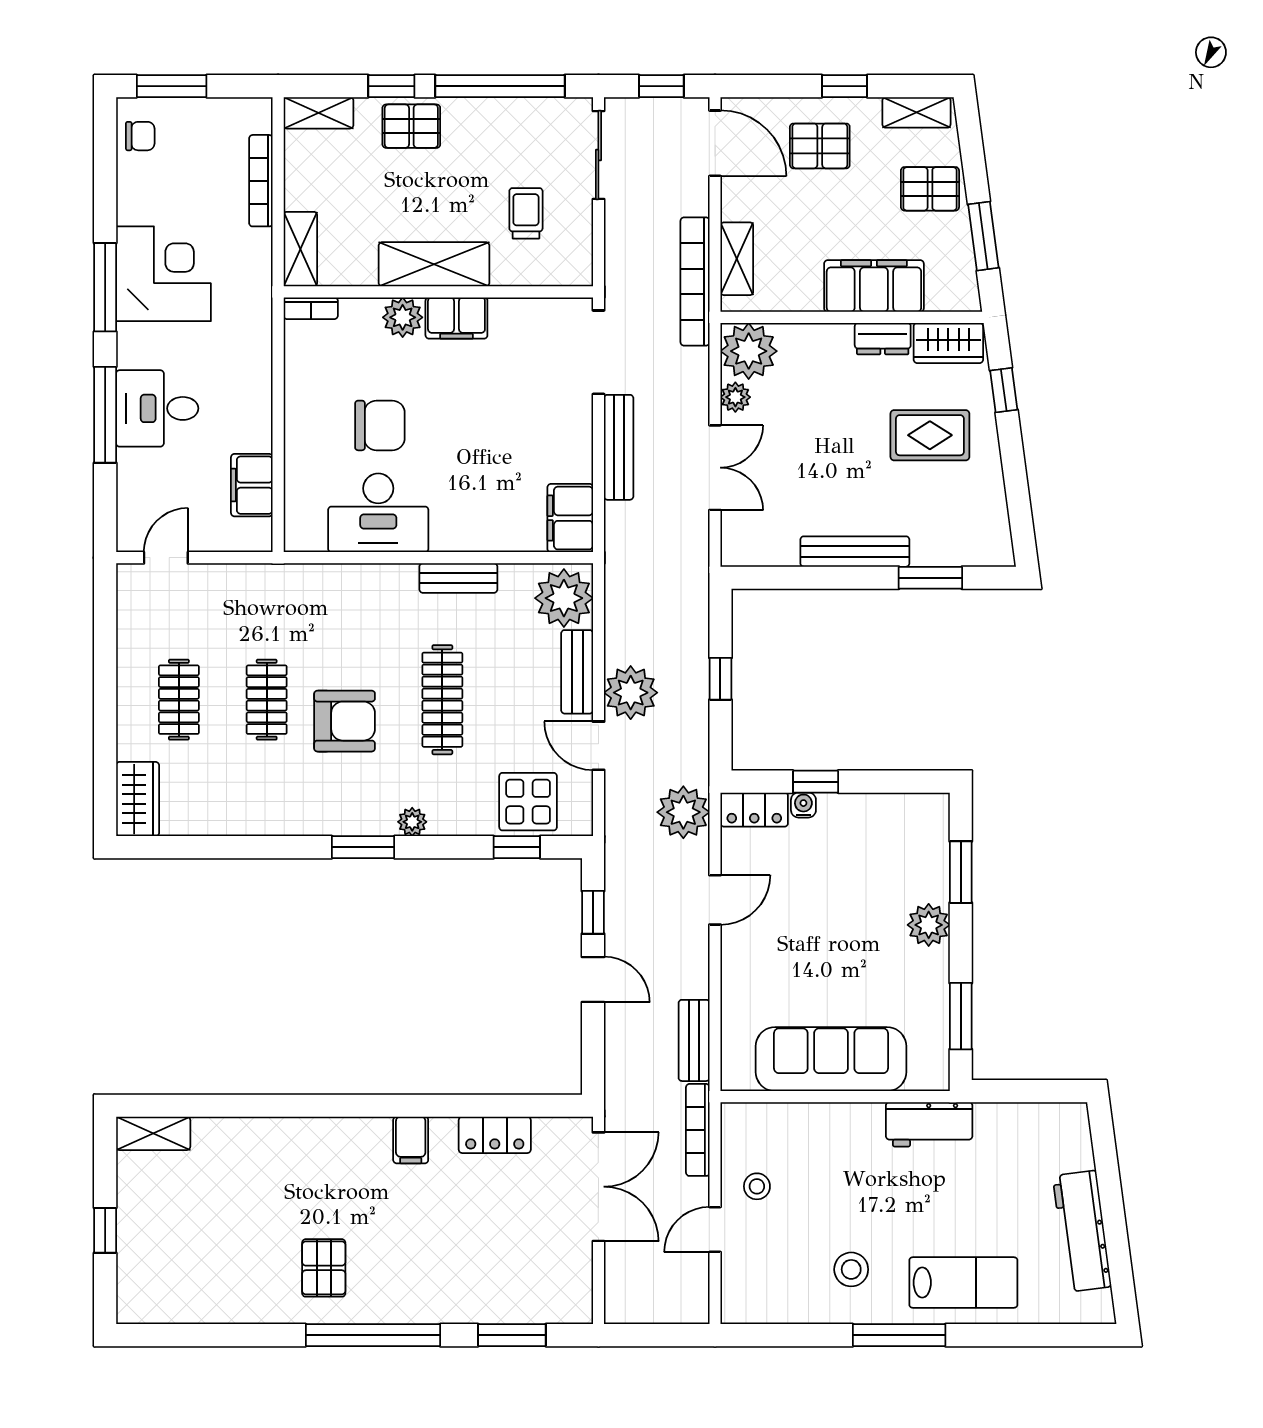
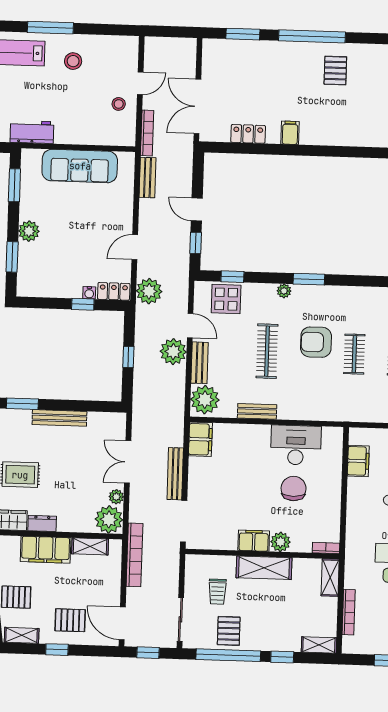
pallet: (411, 126) -> (229, 631), moved, turned 90
shelving: (737, 259) -> (90, 546), moved, turned 90
chair: (380, 425) -> (294, 488), turned 90

